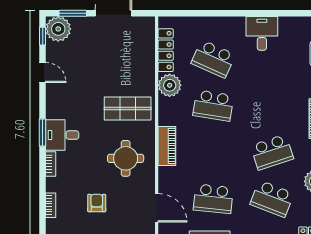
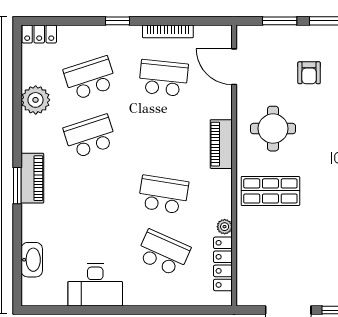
desk: (262, 33) -> (95, 285), width x1.37
plant: (170, 85) -> (225, 227), width x0.53, depth x0.53
school desk: (272, 199) -> (90, 78), turned -39

